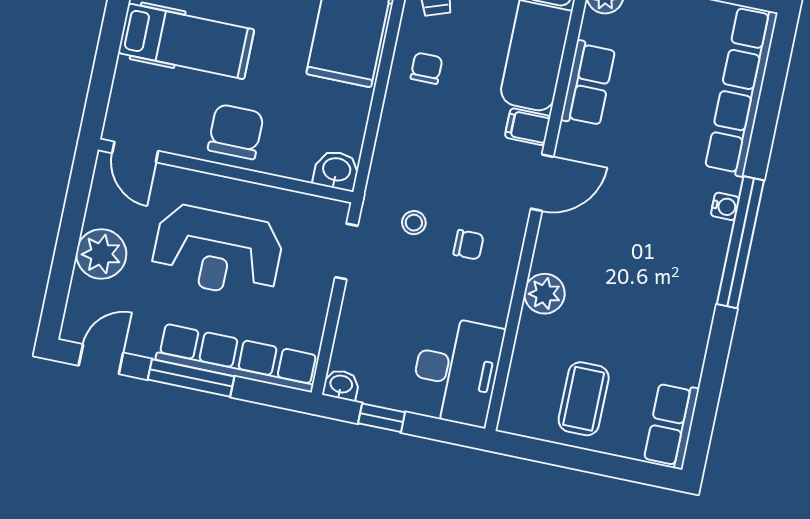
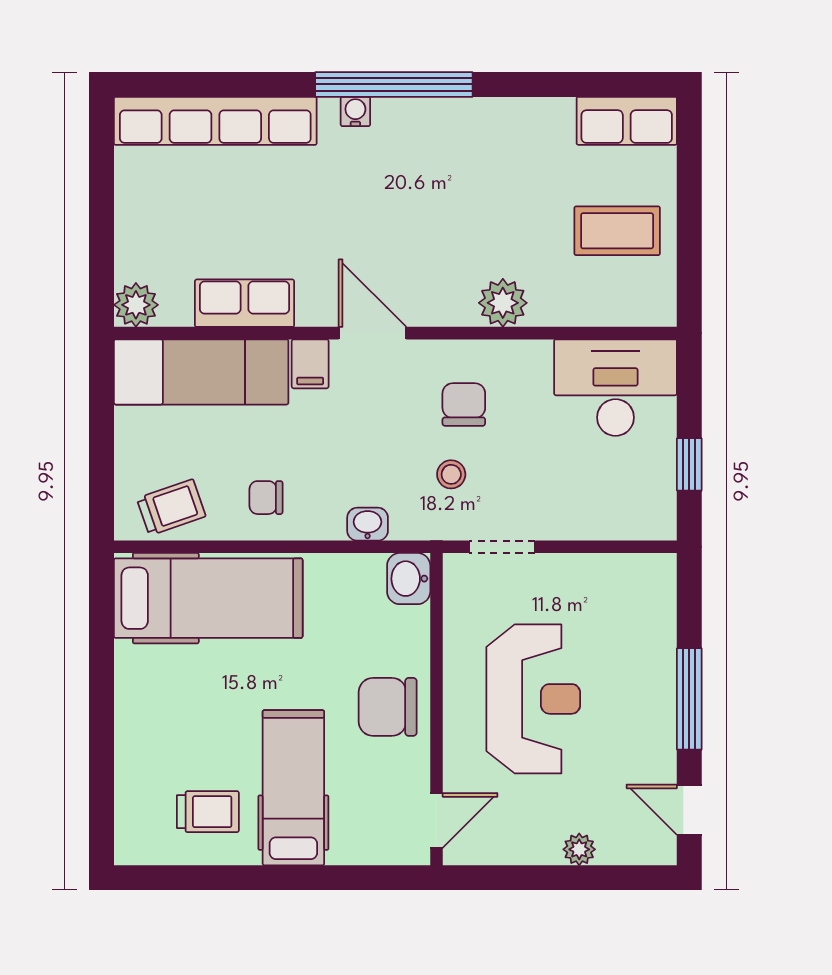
chair: (468, 245) -> (464, 404), width x1.37, depth x1.37
plant: (101, 254) -> (579, 849), width x0.53, depth x0.53
row of seats: (237, 358) -> (654, 649), removed
washbasin: (341, 385) -> (368, 524), moved, turned 90

